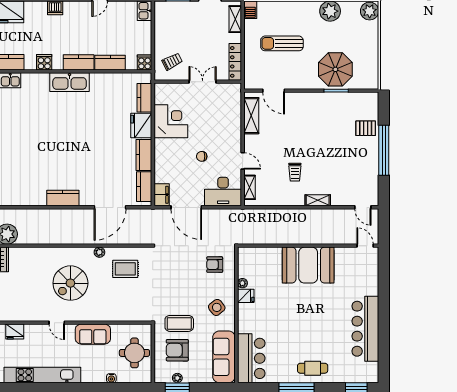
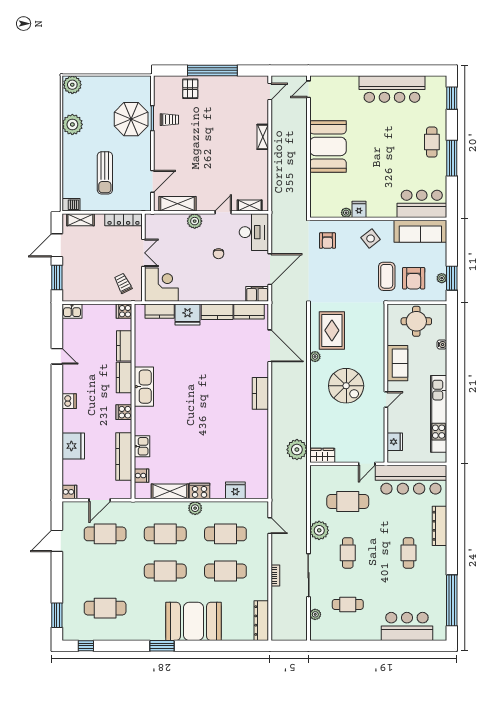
double door: (203, 82) -> (143, 253), swing flipped
corner desk: (171, 121) -> (161, 285), moved, turned 90
plant: (234, 133) -> (195, 221), added
trolley: (295, 172) -> (169, 120), moved
rug: (125, 269) -> (332, 330), width x1.36, depth x1.43

